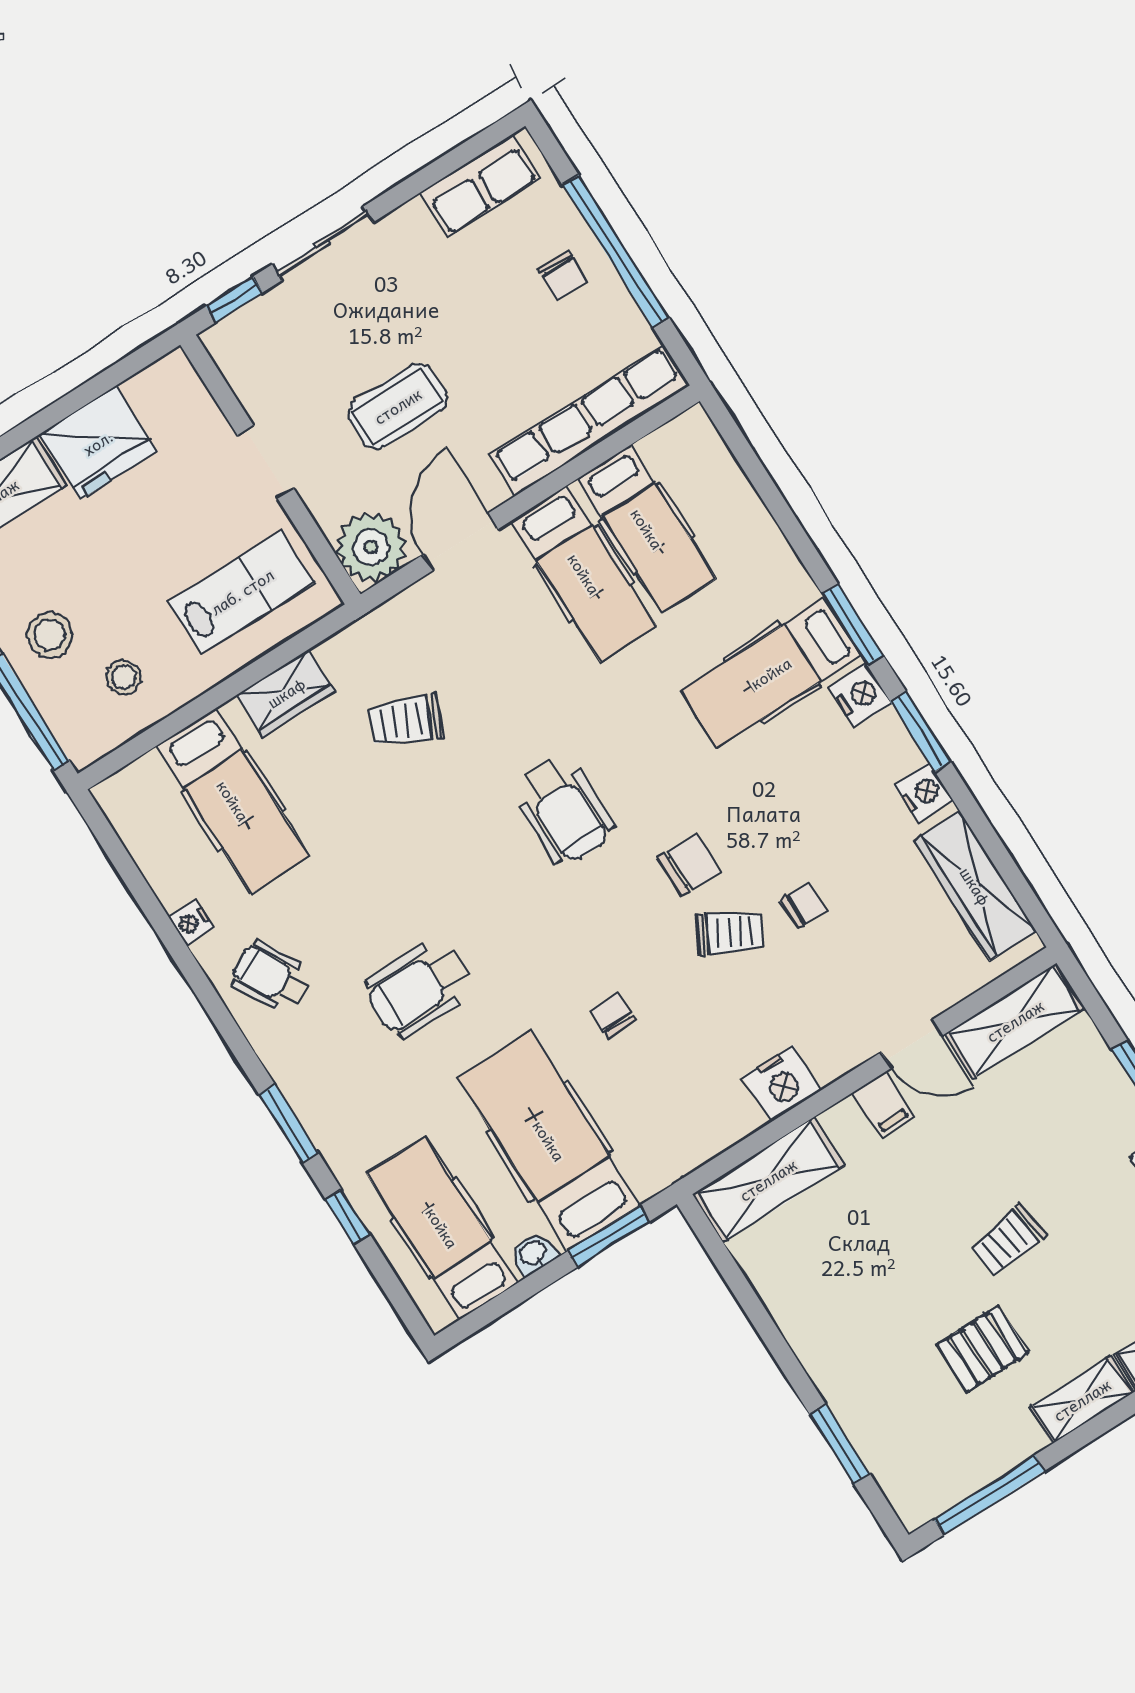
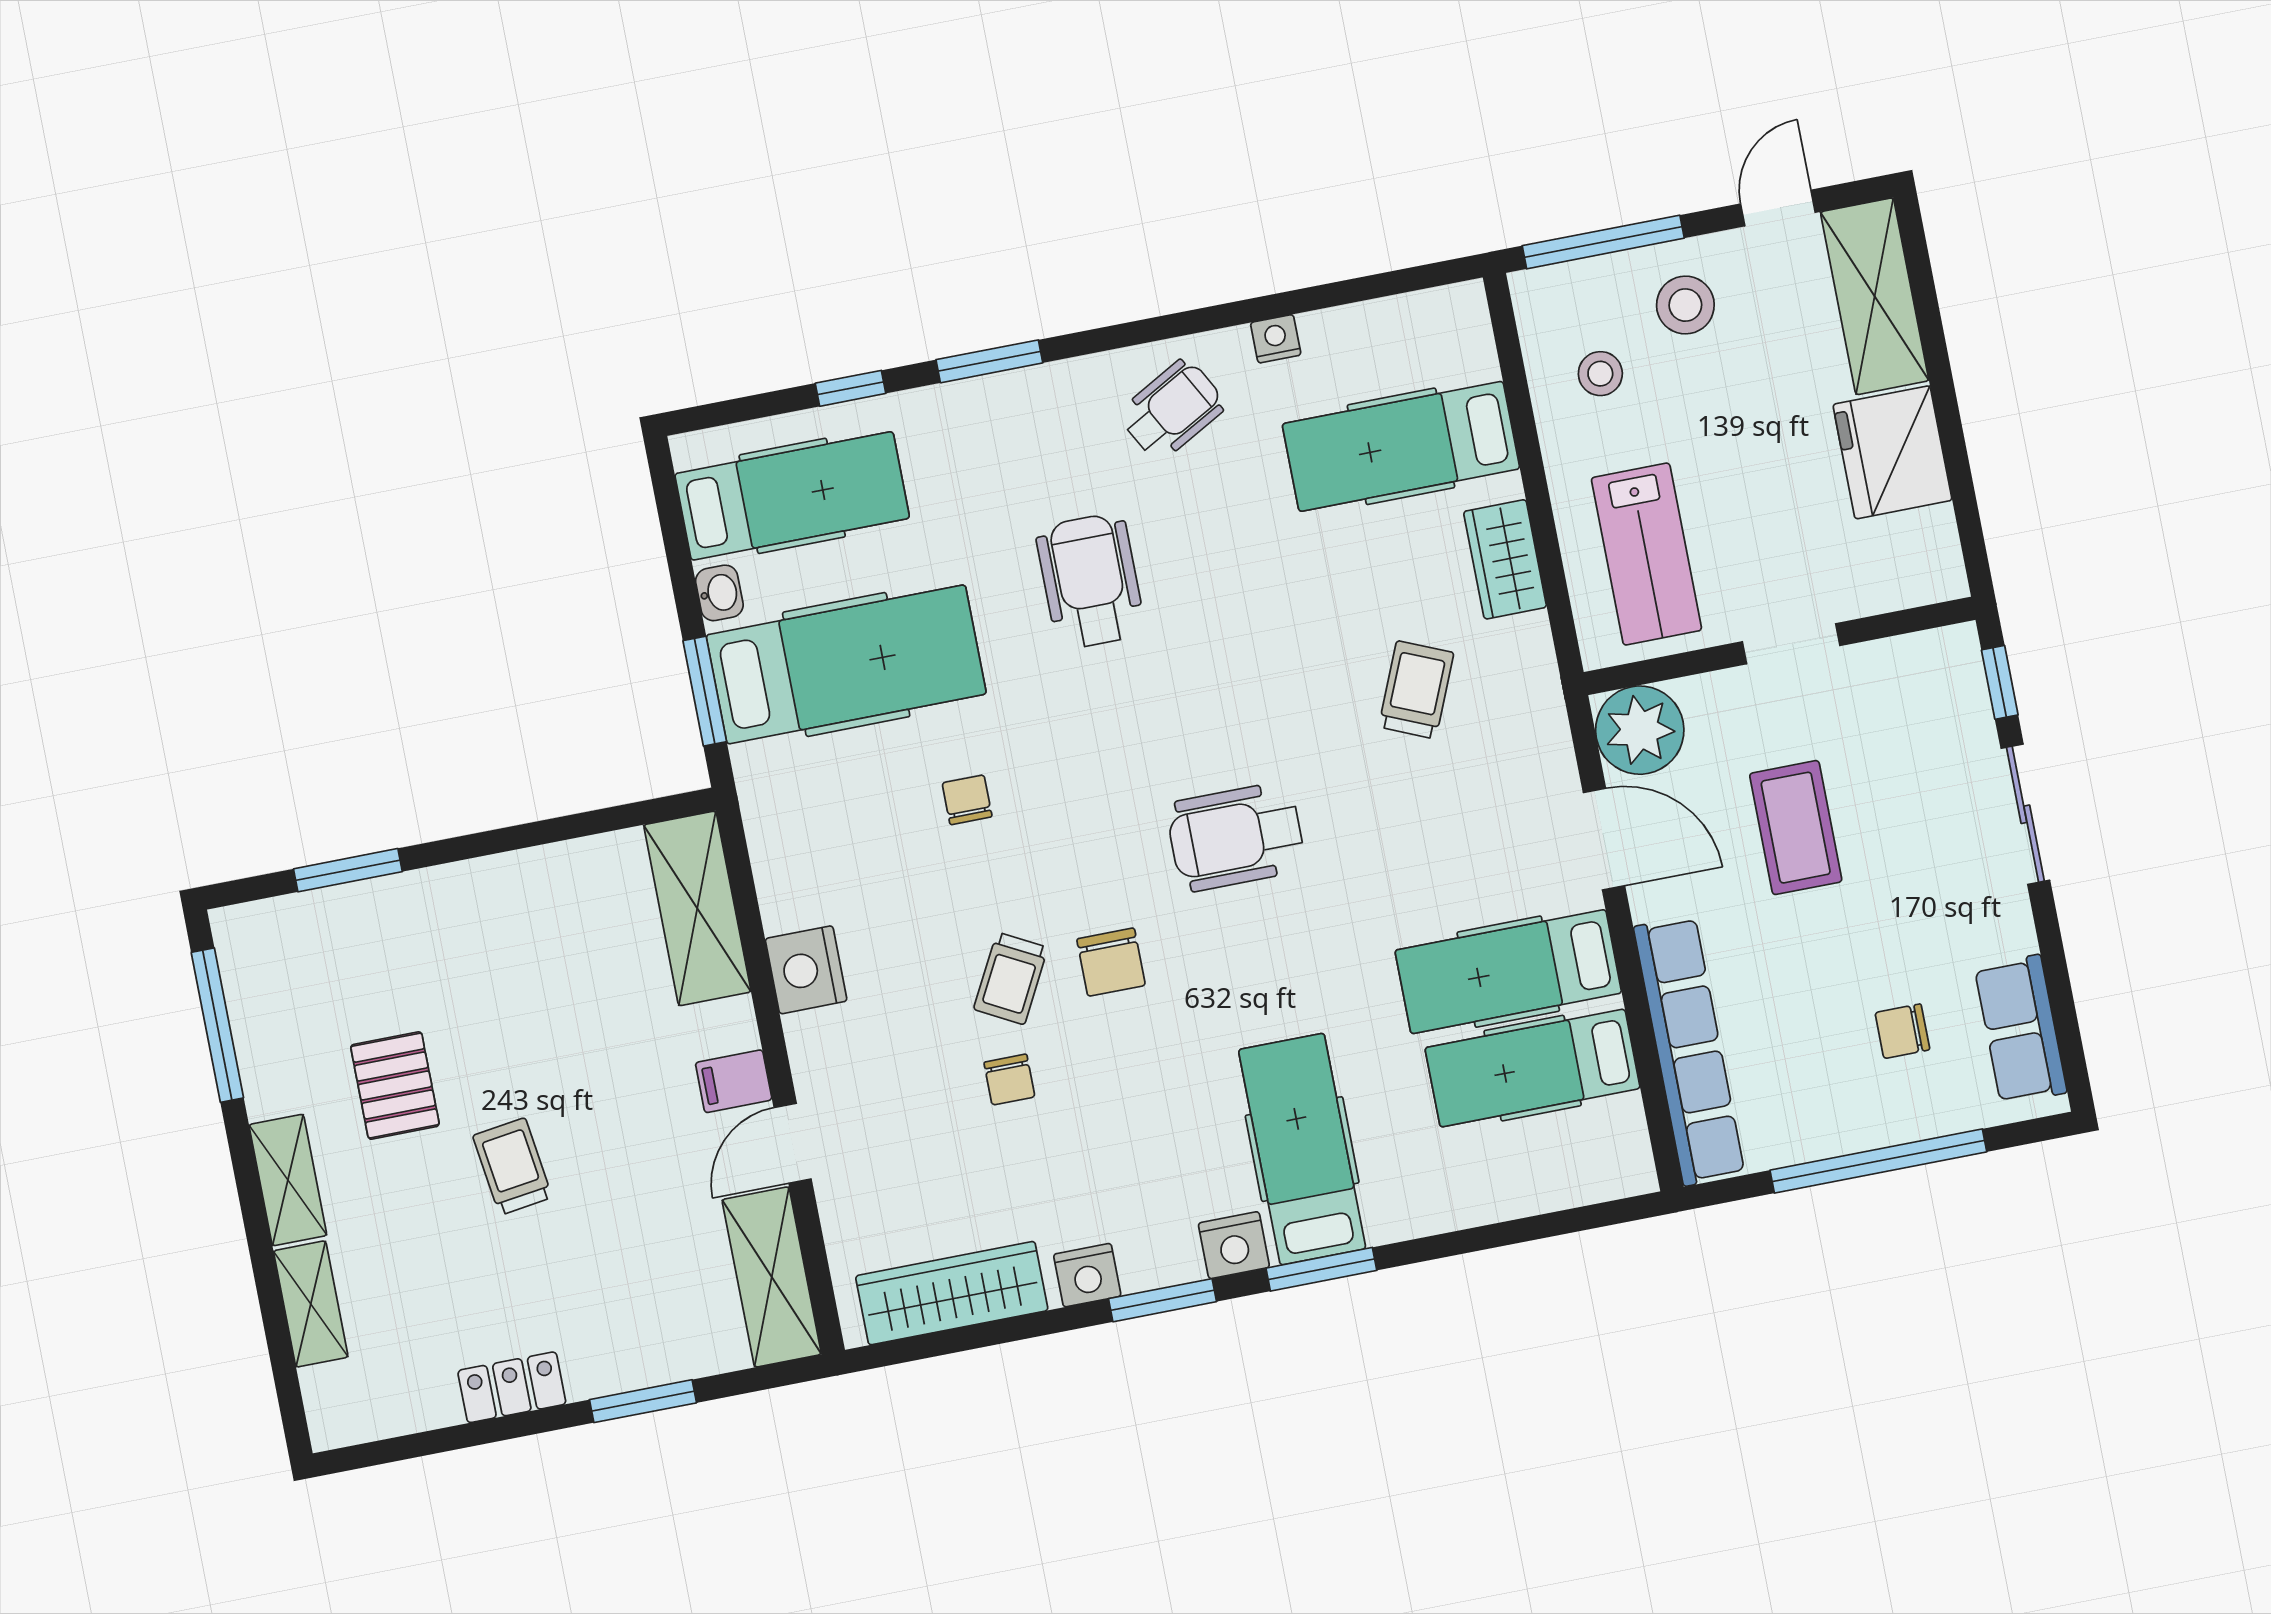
chair: (563, 276) -> (1902, 1031), moved
chair: (613, 1015) -> (967, 800), turned -90

